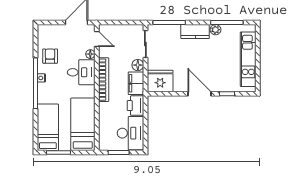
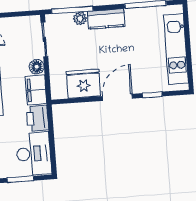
plant: (216, 30) -> (80, 19), moved
fridge: (160, 81) -> (83, 84), moved
door: (199, 94) -> (118, 97), hinge flipped

